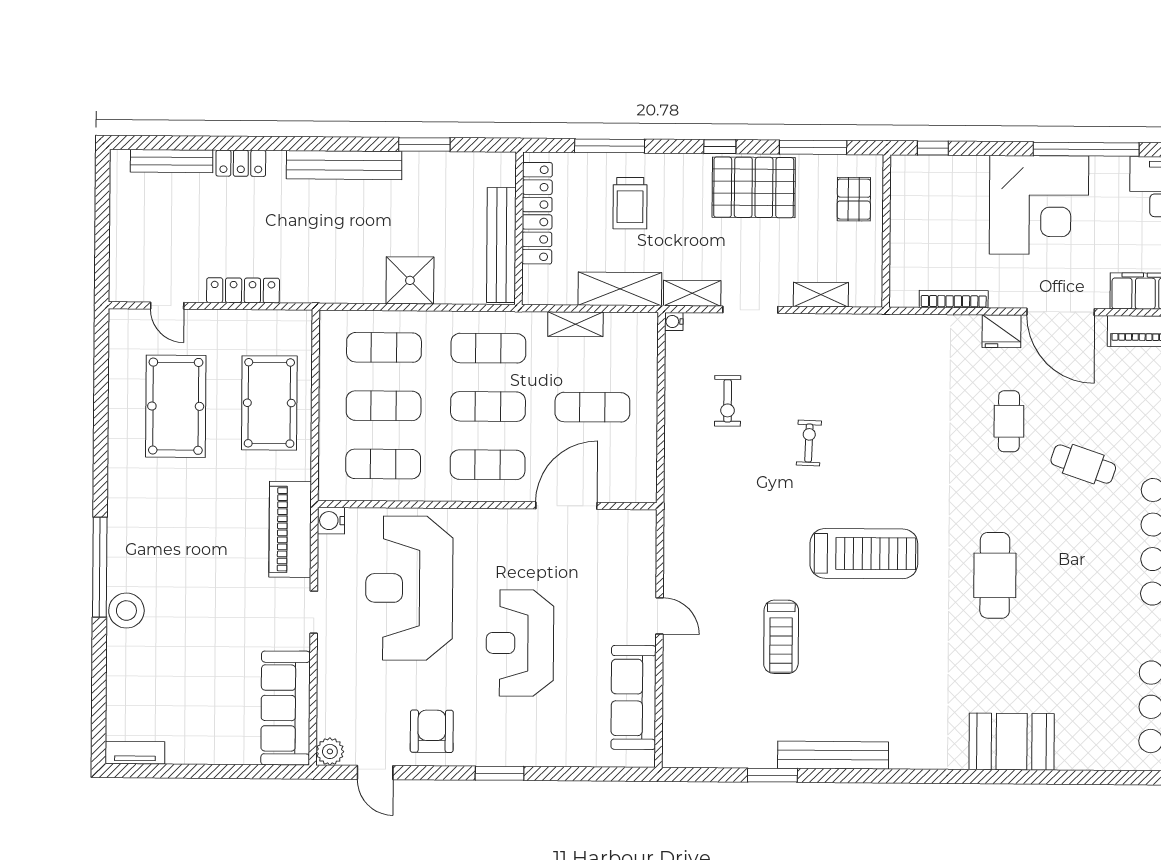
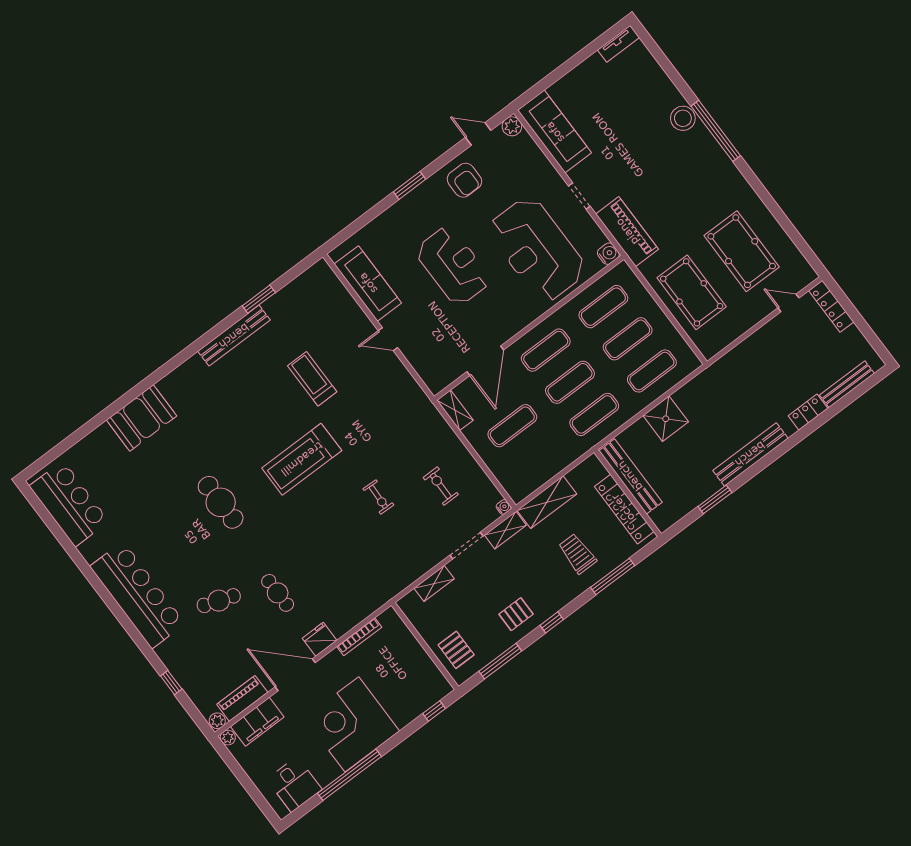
pallet: (754, 187) -> (516, 614), width x0.49, depth x0.50
locker: (243, 290) -> (831, 306), moved, turned 90
shelving: (575, 324) -> (455, 410), moved, turned 90
reception desk: (409, 588) -> (537, 249), turned 180

